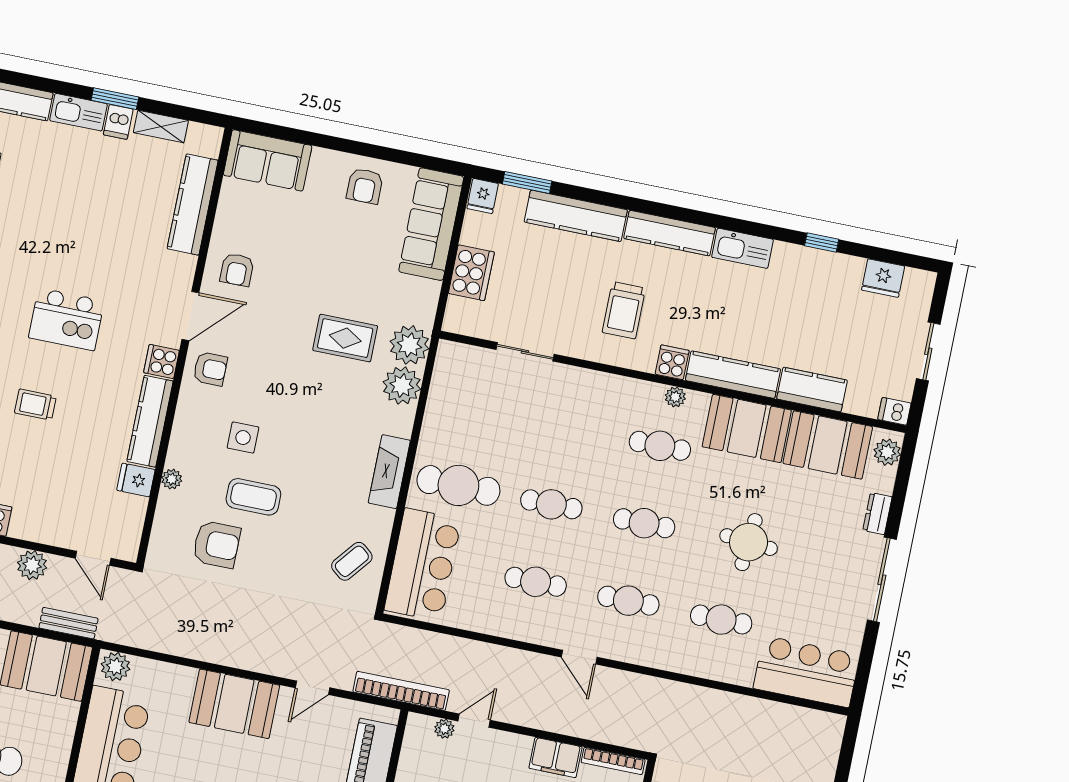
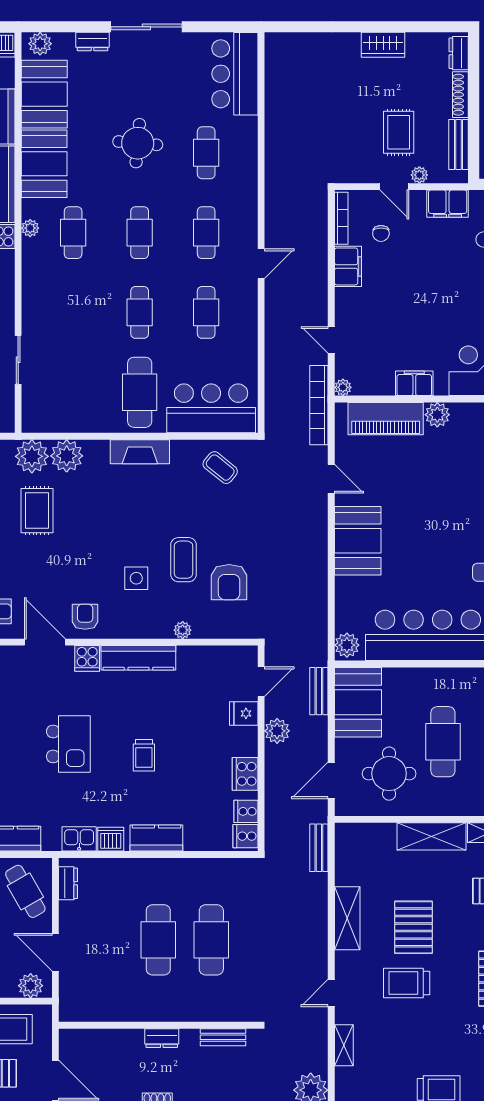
fridge: (136, 480) -> (244, 713), moved, turned 90
armchair: (216, 544) -> (229, 582), turned 180
plant: (444, 729) -> (343, 387), moved

